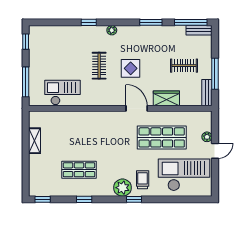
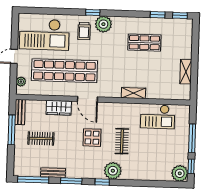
window: (89, 22) -> (102, 182), moved
plant: (112, 30) -> (113, 171), width x1.87, depth x1.87
bench: (199, 30) -> (53, 173), moved
plant: (37, 34) -> (180, 173), added
window: (26, 82) -> (192, 138), moved
shelving: (89, 116) -> (133, 93), added
shop shelf: (162, 137) -> (64, 71), width x1.40
plant: (207, 137) -> (21, 82), moved
window: (84, 199) -> (158, 15), moved

